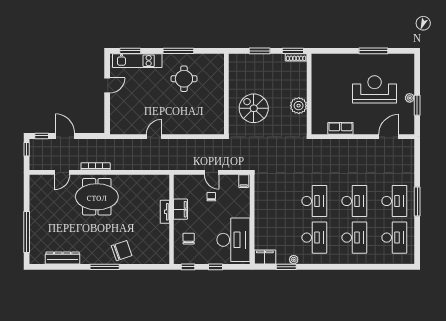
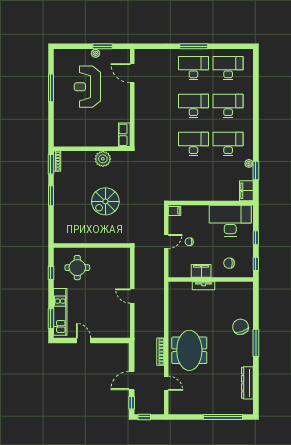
window: (178, 51) -> (51, 273), width x0.46
wall: (226, 94) -> (92, 245), moved
row of seats: (340, 128) -> (124, 135), moved

